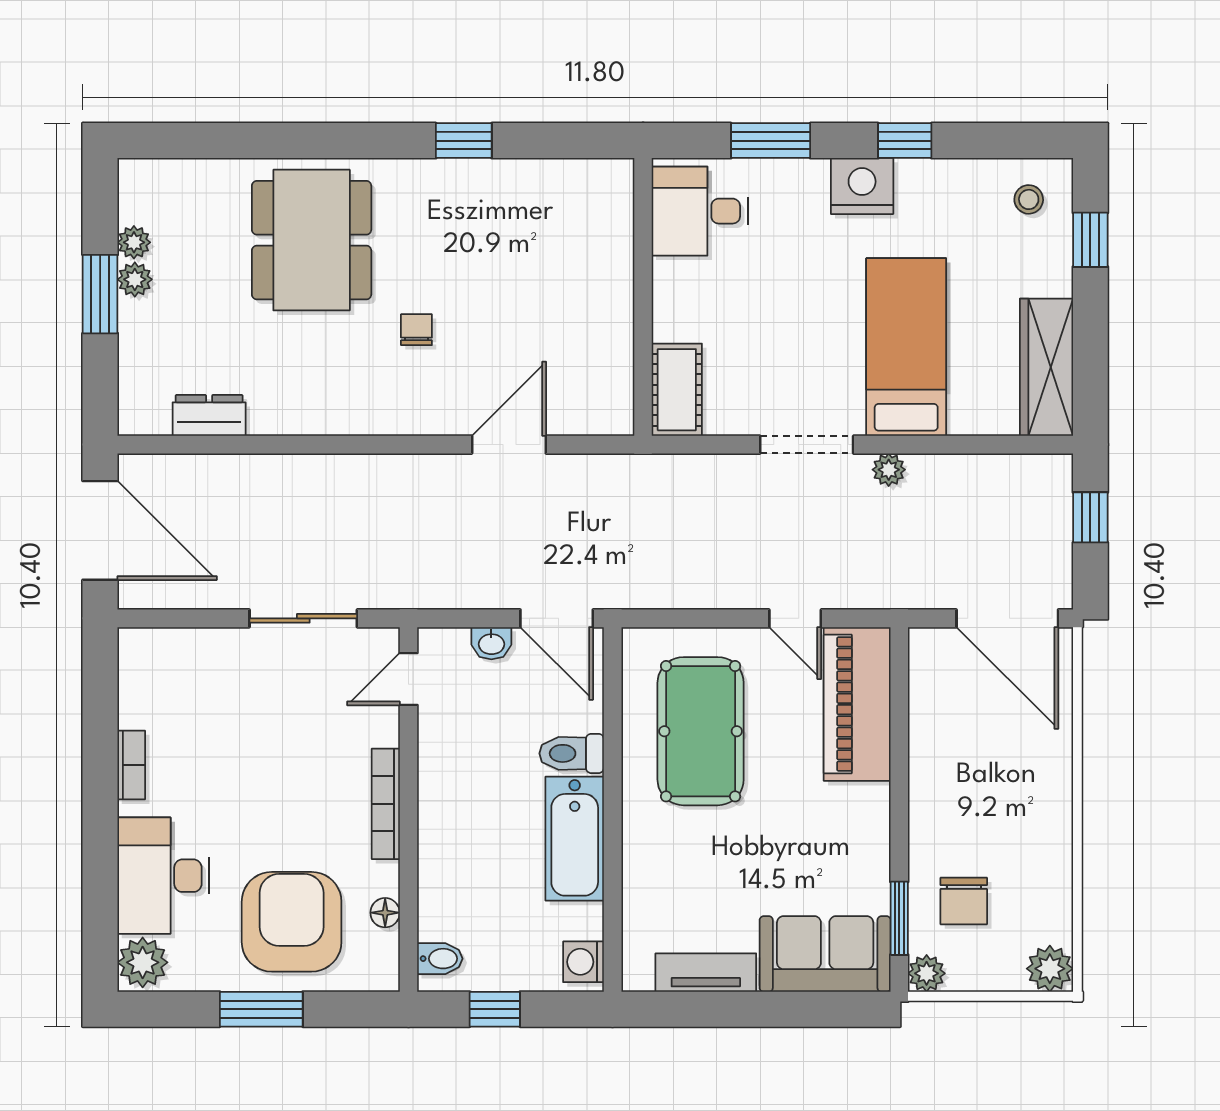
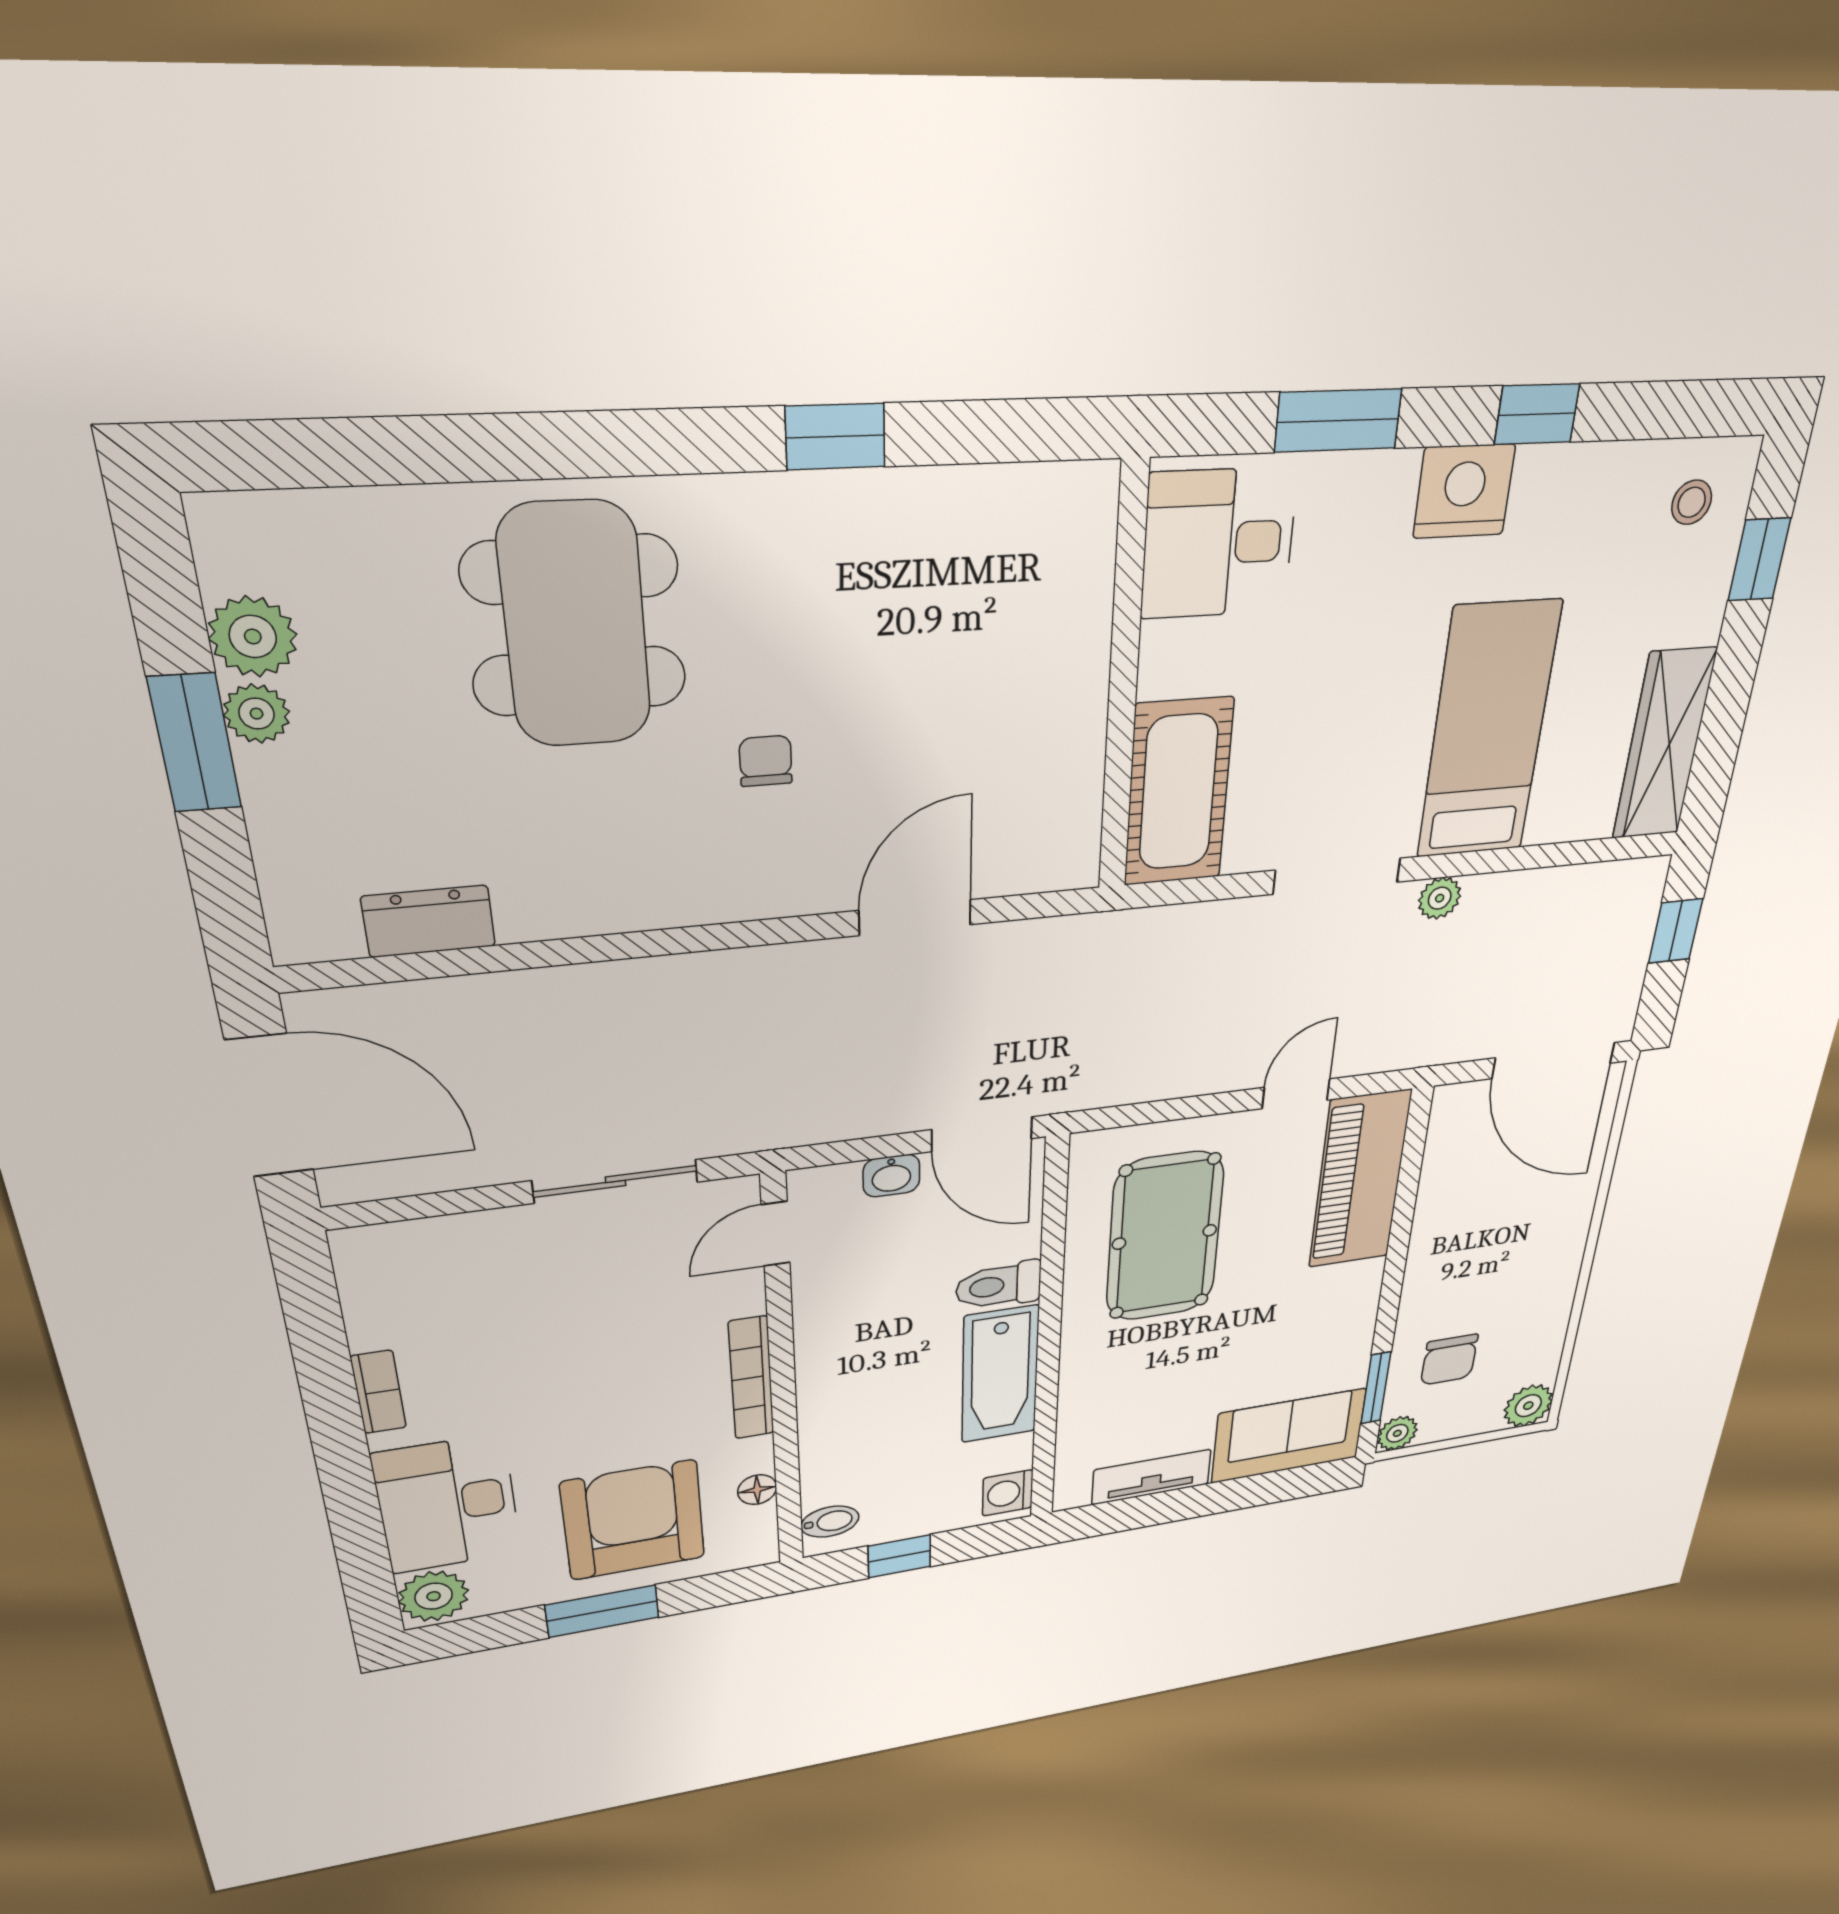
plant: (134, 242) -> (253, 637), width x1.38, depth x1.38
cot: (677, 390) -> (1178, 792), width x1.37, depth x1.34
door: (795, 618) -> (1296, 1094), swing flipped

